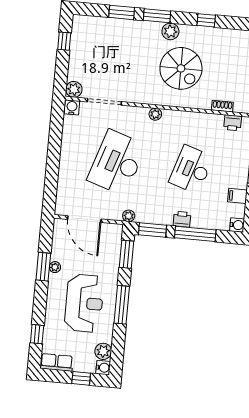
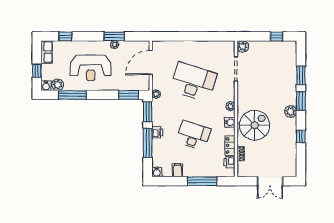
spiral stairs: (181, 68) -> (255, 125), moved, turned 180
water cooler: (72, 107) -> (230, 122), moved
locker: (210, 120) -> (230, 145), added
window: (122, 305) -> (73, 95), moved

